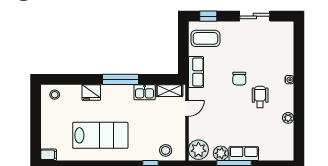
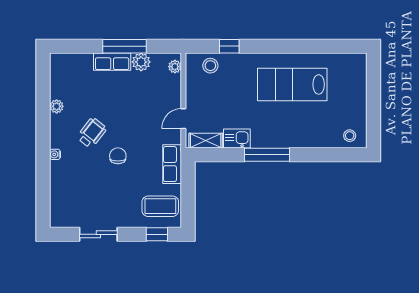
fridge: (91, 93) -> (304, 138), removed
wheelchair: (260, 97) -> (92, 133), turned -142
plant: (198, 150) -> (175, 67), width x0.53, depth x0.53
filing cabinet: (49, 155) -> (357, 60), removed

